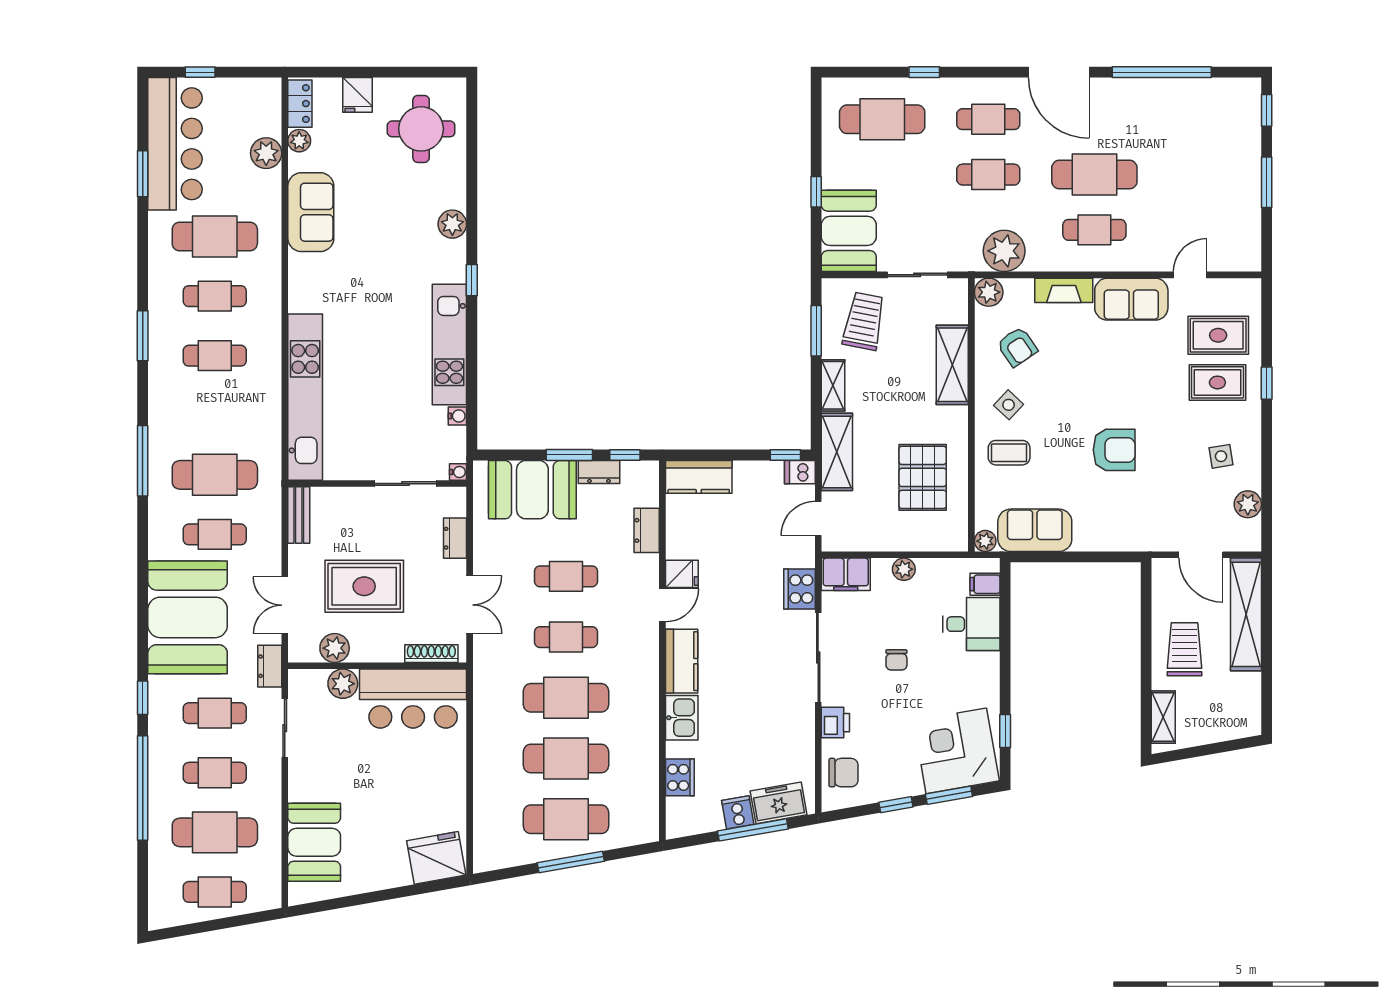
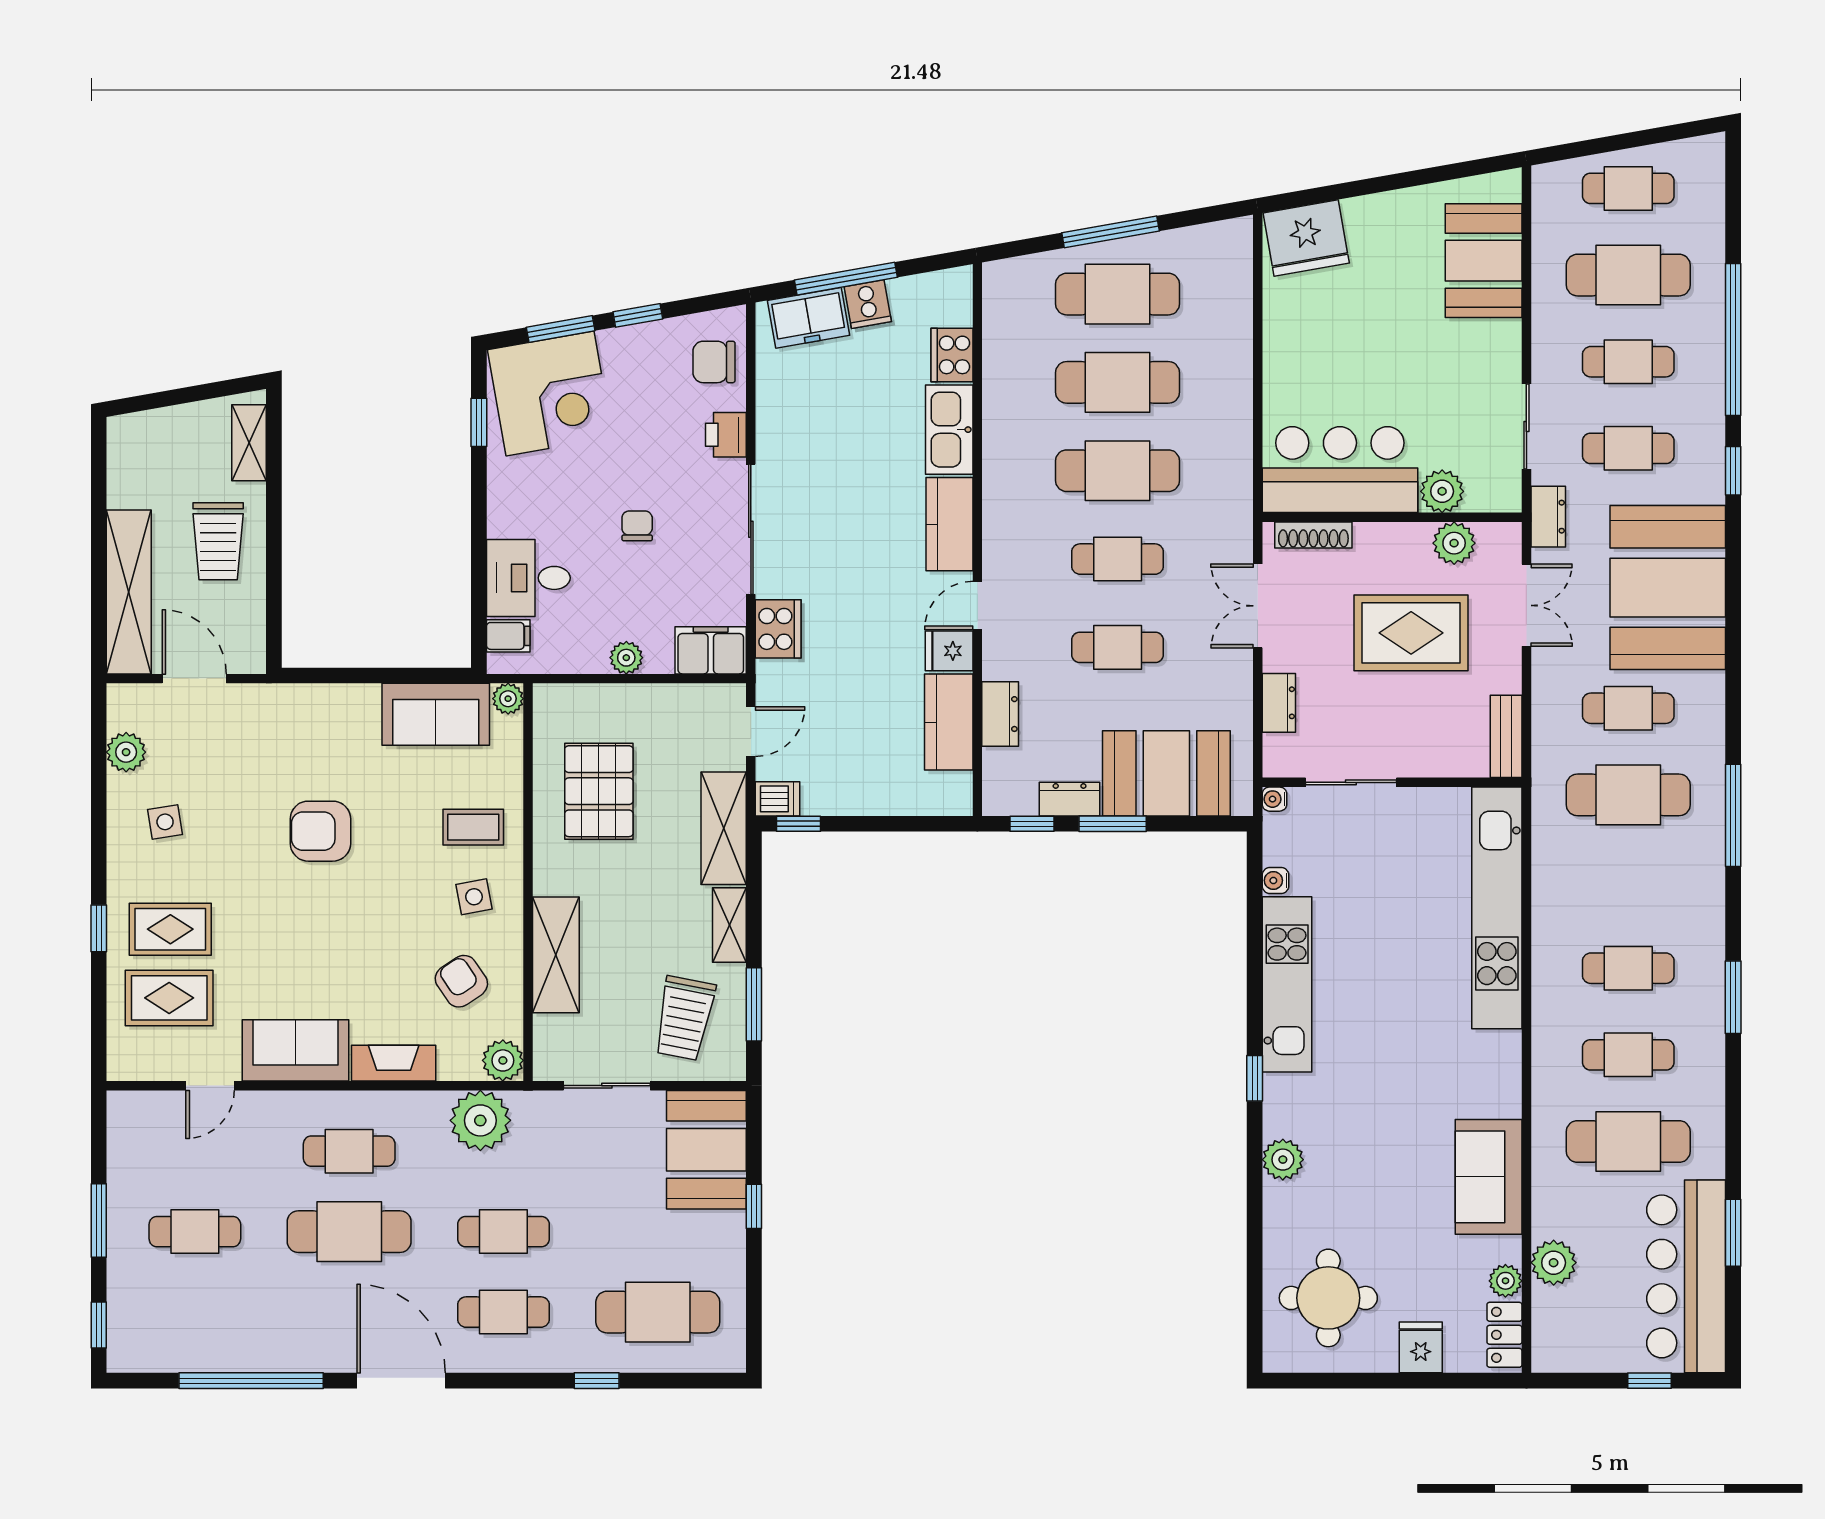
cafe table: (1201, 175) -> (195, 1232), added
side table: (1009, 405) -> (474, 897), turned 36
kitchen counter: (699, 477) -> (949, 722), moved, turned -90
kitchen sink: (682, 718) -> (949, 430), width x1.38

